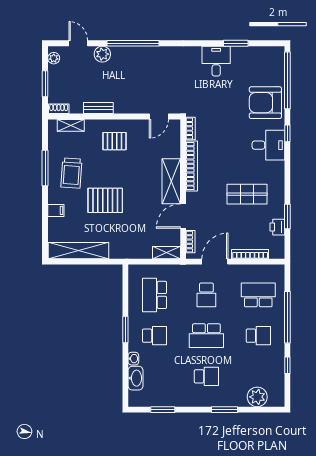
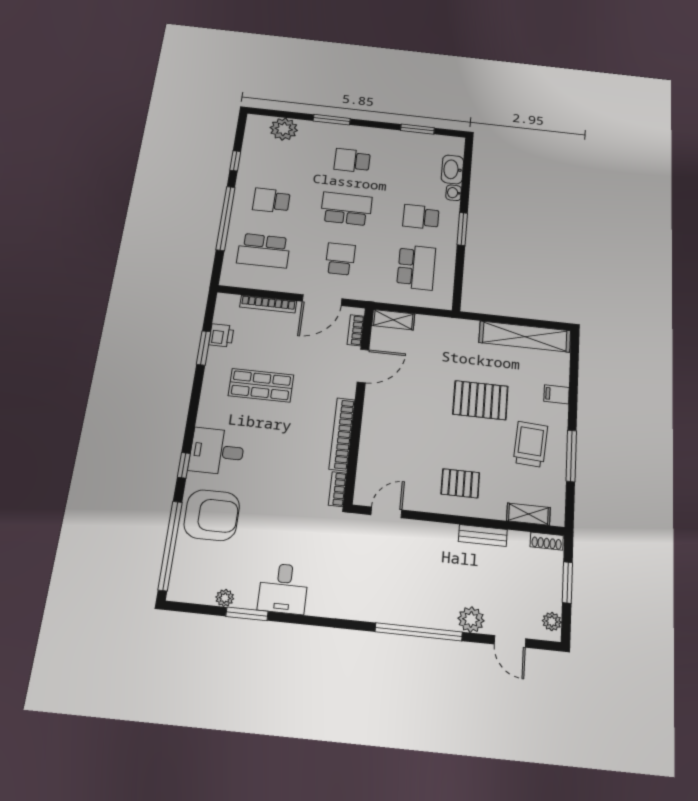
plant: (250, 52) -> (225, 598), added
shelving: (171, 181) -> (376, 416), removed

